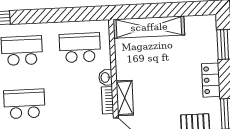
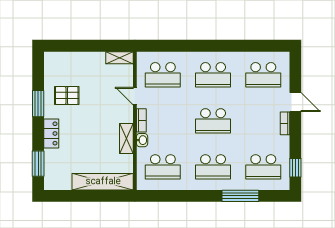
shelving: (125, 98) -> (126, 139), moved

